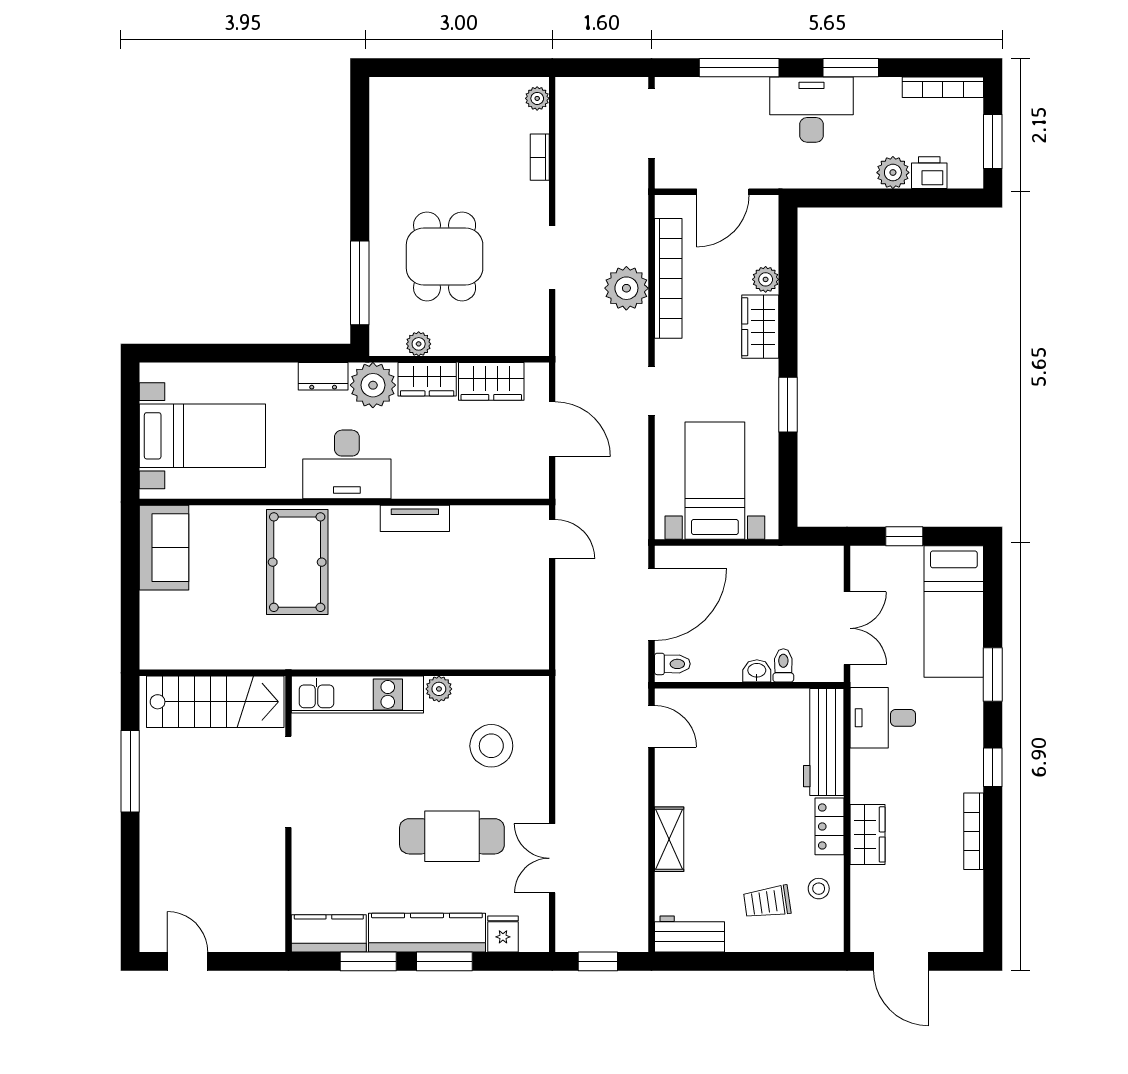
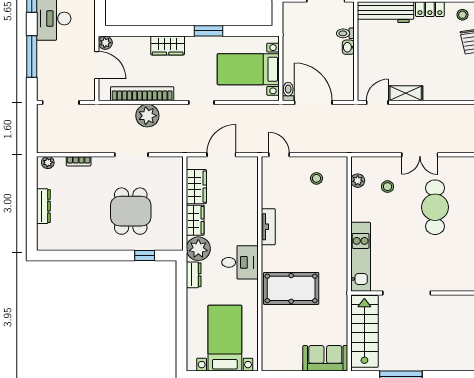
dresser: (454, 90) -> (43, 206), added
dining table: (445, 256) -> (131, 211), turned 90
plant: (766, 279) -> (105, 43), moved
window: (360, 283) -> (145, 256), width x0.46
plant: (419, 344) -> (177, 225), removed
desk: (347, 464) -> (240, 262), width x0.73
door: (552, 539) -> (279, 155), hinge flipped
sofa: (164, 548) -> (325, 358), moved
stool: (507, 610) -> (316, 178), added
toilet: (672, 664) -> (288, 92), moved
plant: (439, 689) -> (358, 181), moved
stool: (491, 746) -> (388, 187), width x0.53, depth x0.53
shelving: (669, 839) -> (406, 93), moved
double door: (552, 858) -> (420, 155), moved

